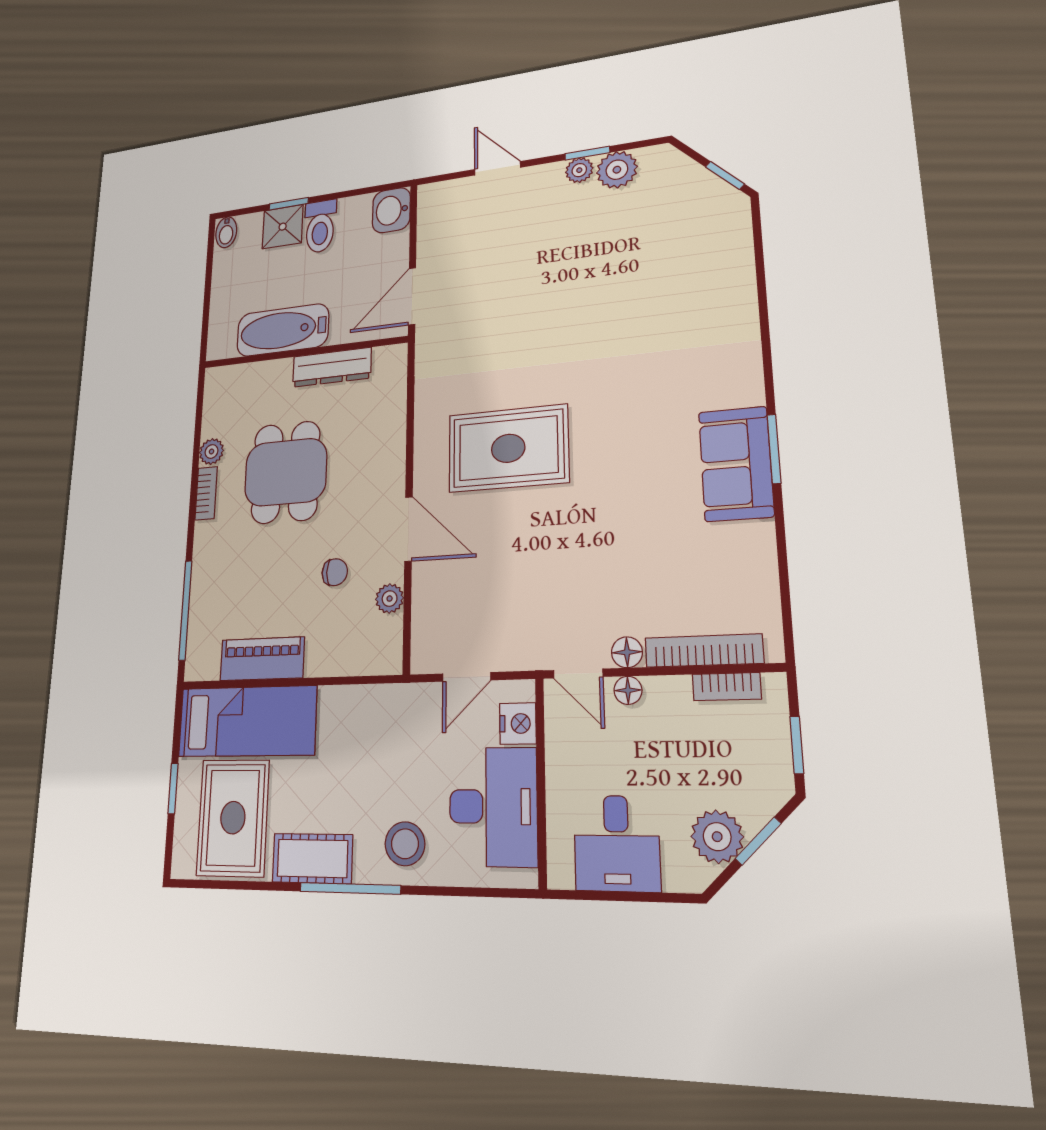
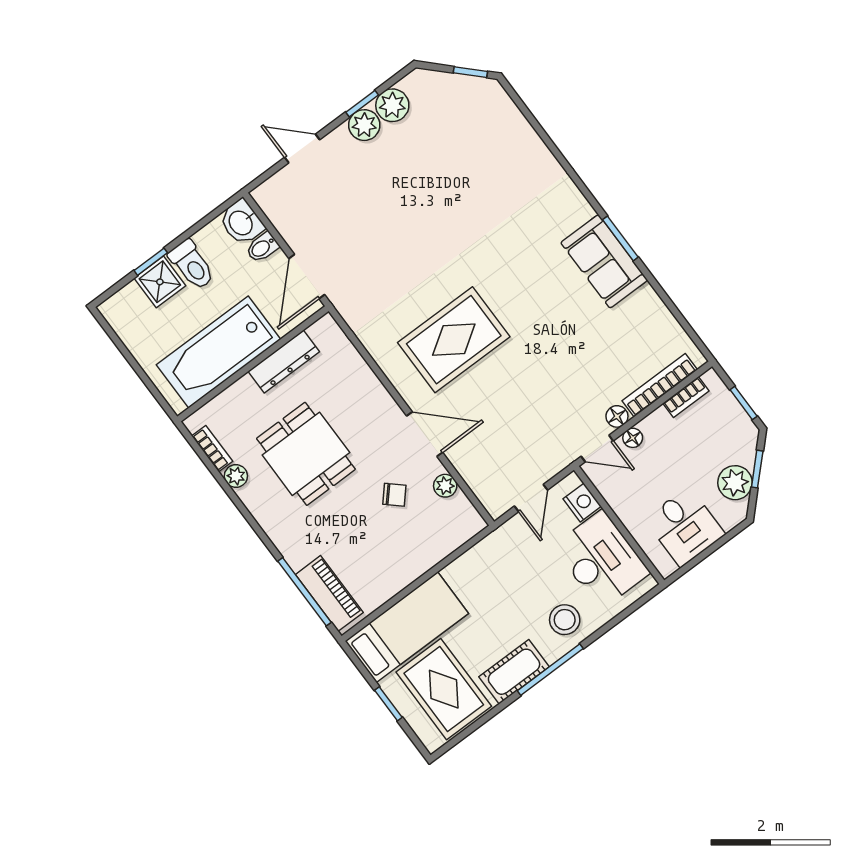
plant: (579, 170) -> (364, 125), width x1.38, depth x1.38
bidet: (226, 232) -> (262, 247), moved, turned 90
bathtub: (283, 330) -> (218, 352), width x1.36, depth x1.36
bookcase: (206, 493) -> (212, 449), moved
chair: (335, 572) -> (394, 495), turned 42
piano: (262, 659) -> (329, 593), moved, turned 90

